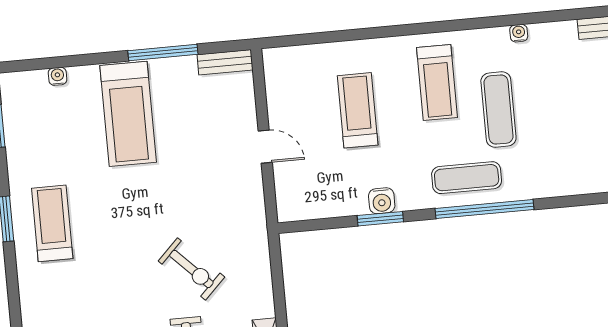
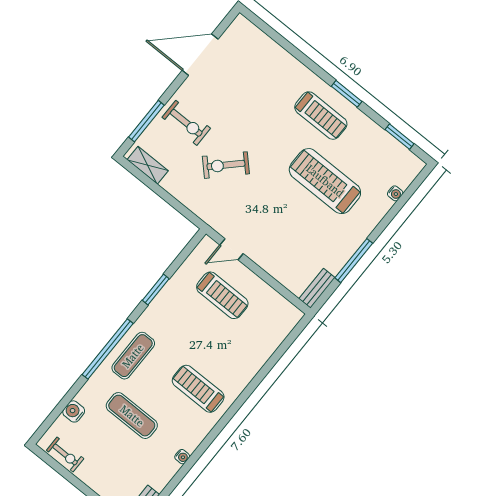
treadmill: (358, 110) -> (222, 295), moved
exercise mat: (498, 110) -> (132, 416), moved
treadmill: (128, 114) -> (325, 181), moved
door: (265, 147) -> (231, 249), moved
water cooler: (382, 201) -> (74, 411), moved

